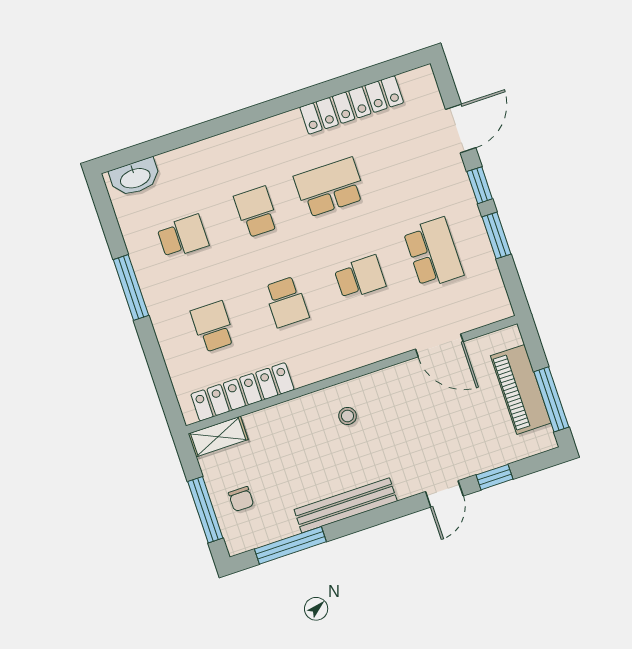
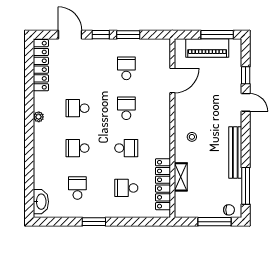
locker: (352, 105) -> (41, 65), moved
plant: (290, 121) -> (39, 117), added
school desk: (330, 187) -> (77, 108), width x0.54
school desk: (433, 253) -> (126, 68), width x0.54
window: (131, 288) -> (94, 222), width x0.69
shelving: (218, 437) -> (181, 177), moved
chair: (241, 499) -> (229, 210), moved

